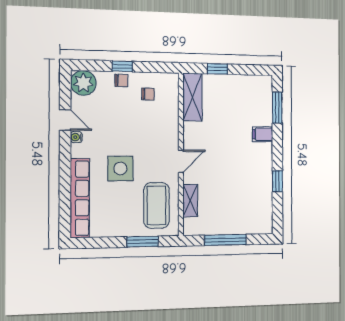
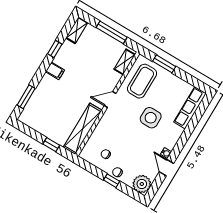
shelving: (192, 97) -> (83, 129), width x1.47
filing cabinet: (263, 134) -> (55, 71), moved
row of seats: (80, 198) -> (190, 108), width x0.73
shelving: (190, 201) -> (125, 62), moved
shelving: (266, 218) -> (77, 30), added

